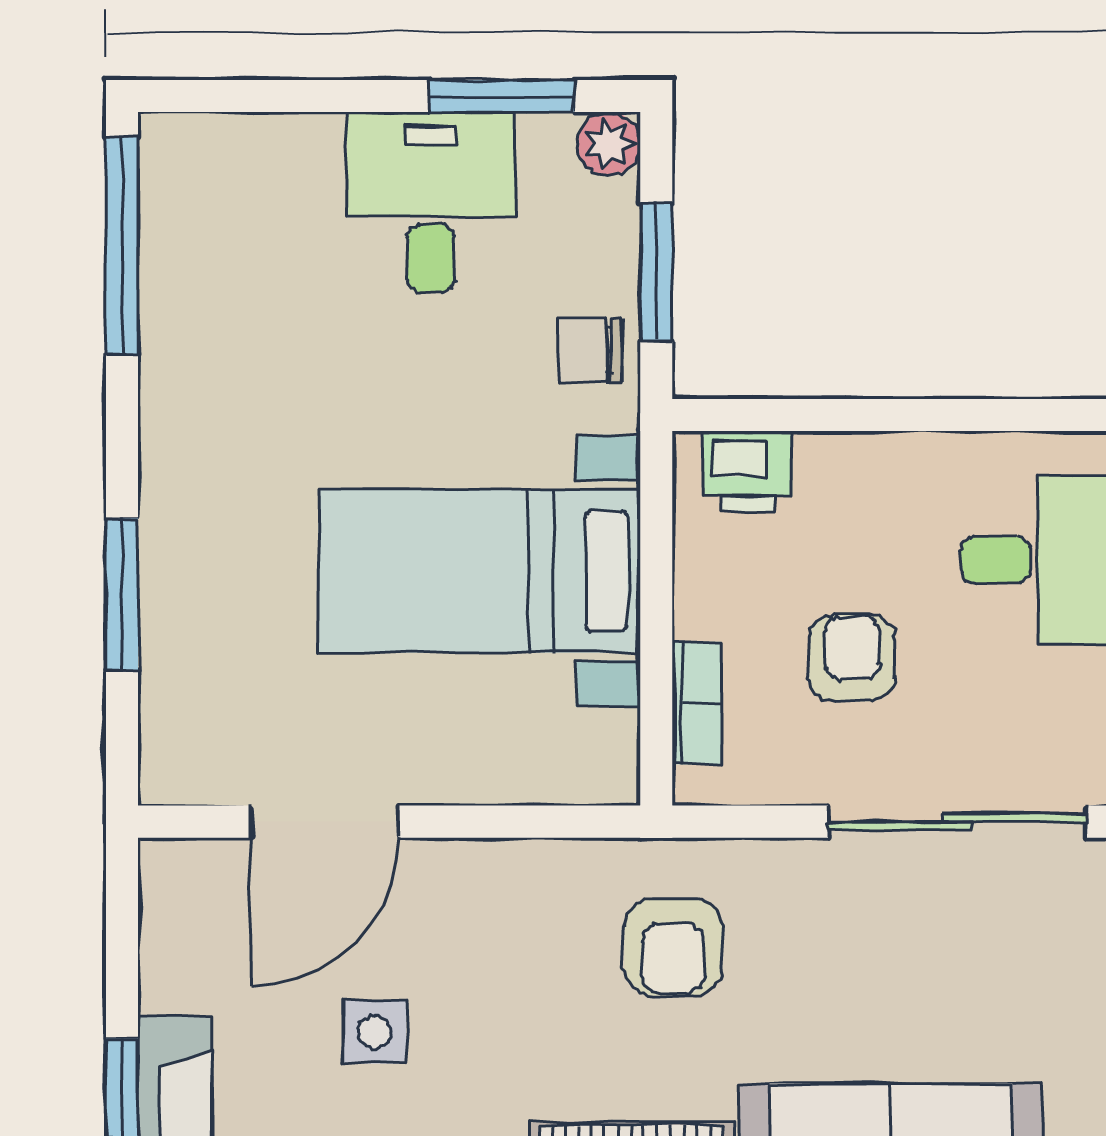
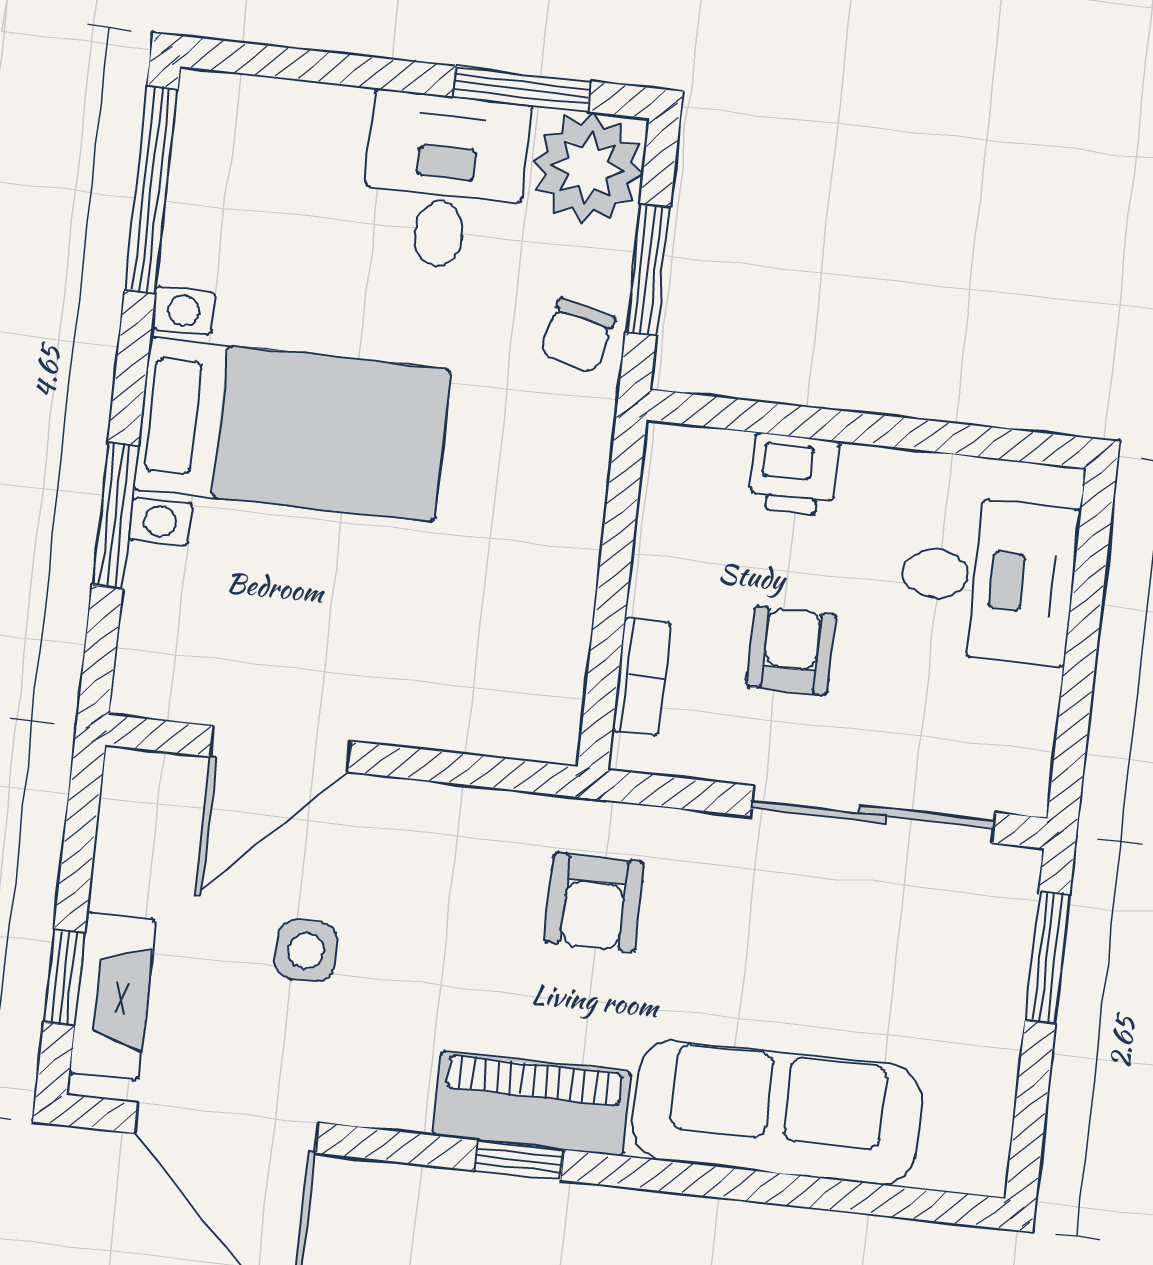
plant: (609, 144) -> (588, 168), width x1.88, depth x1.88
chair: (590, 350) -> (578, 336), turned -76
printer: (748, 471) -> (794, 474), moved
bed with nightstands: (479, 571) -> (292, 429), moved, turned 180

